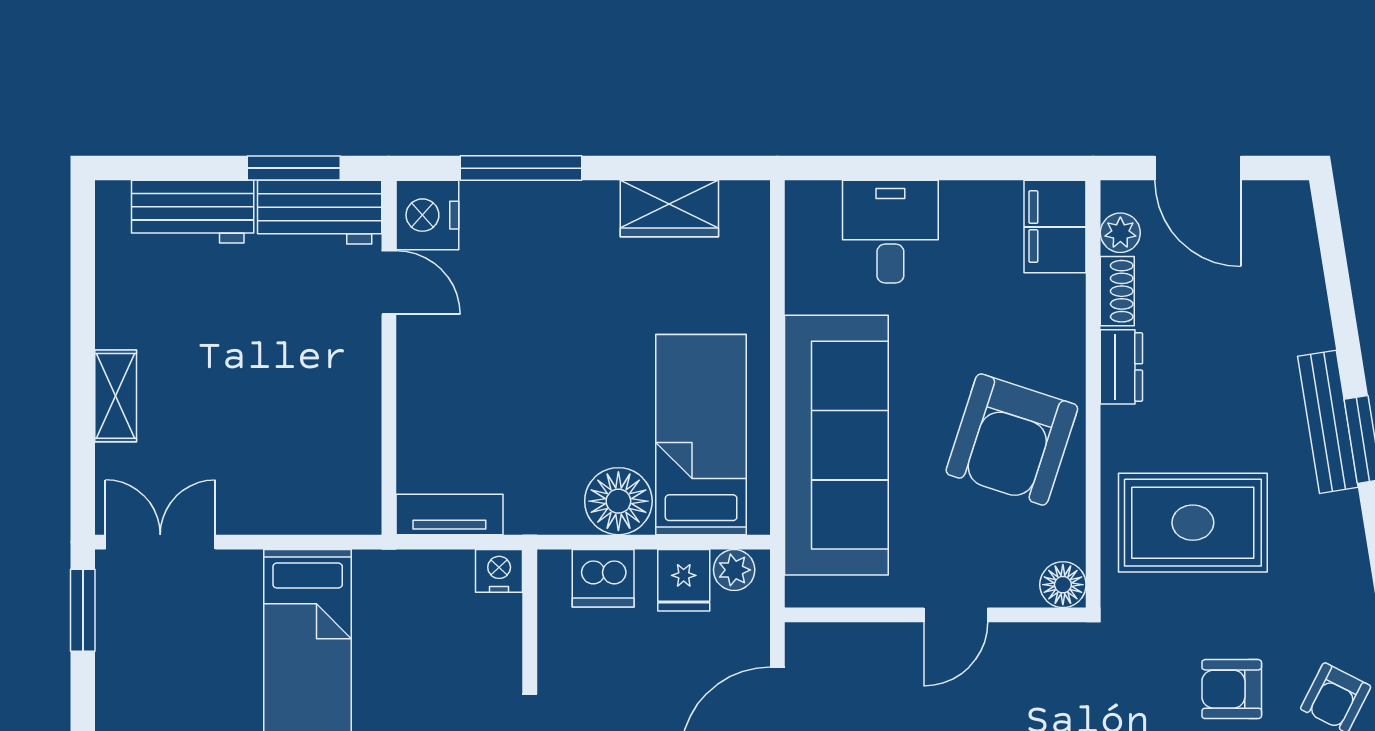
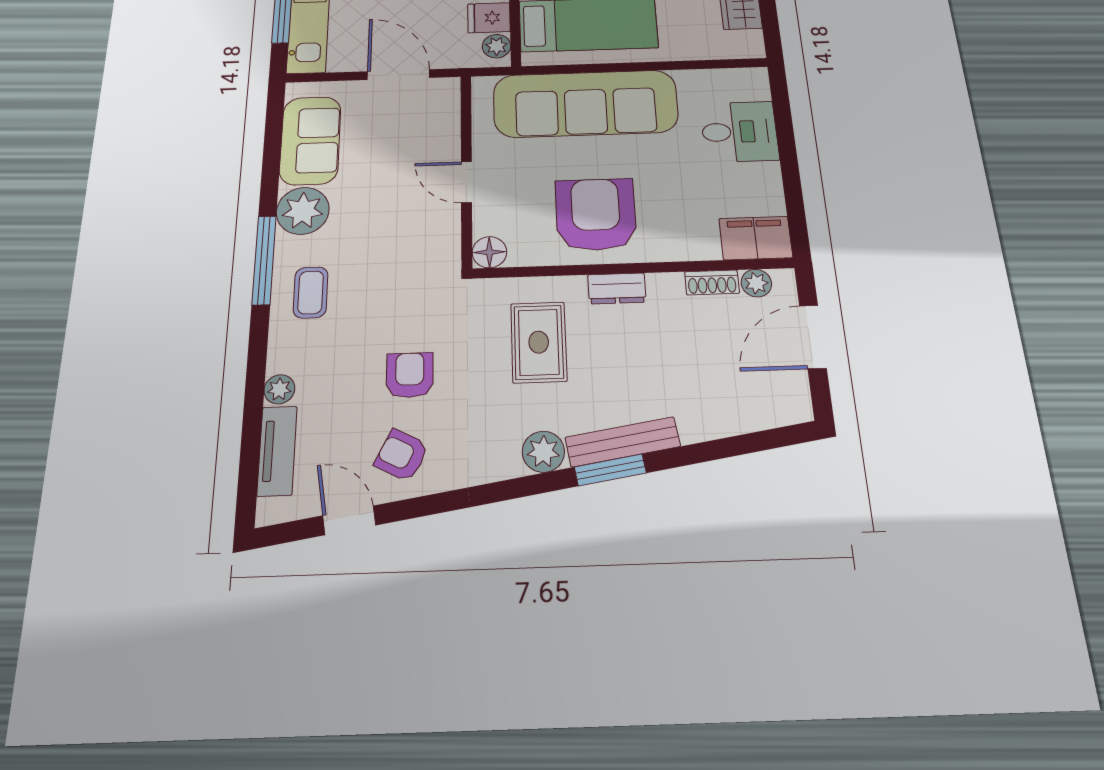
dresser: (1121, 367) -> (617, 288), moved
armchair: (1012, 440) -> (596, 214), turned 72
plant: (1337, 521) -> (543, 452), added
rug: (1193, 523) -> (539, 342), width x0.73, depth x0.70

